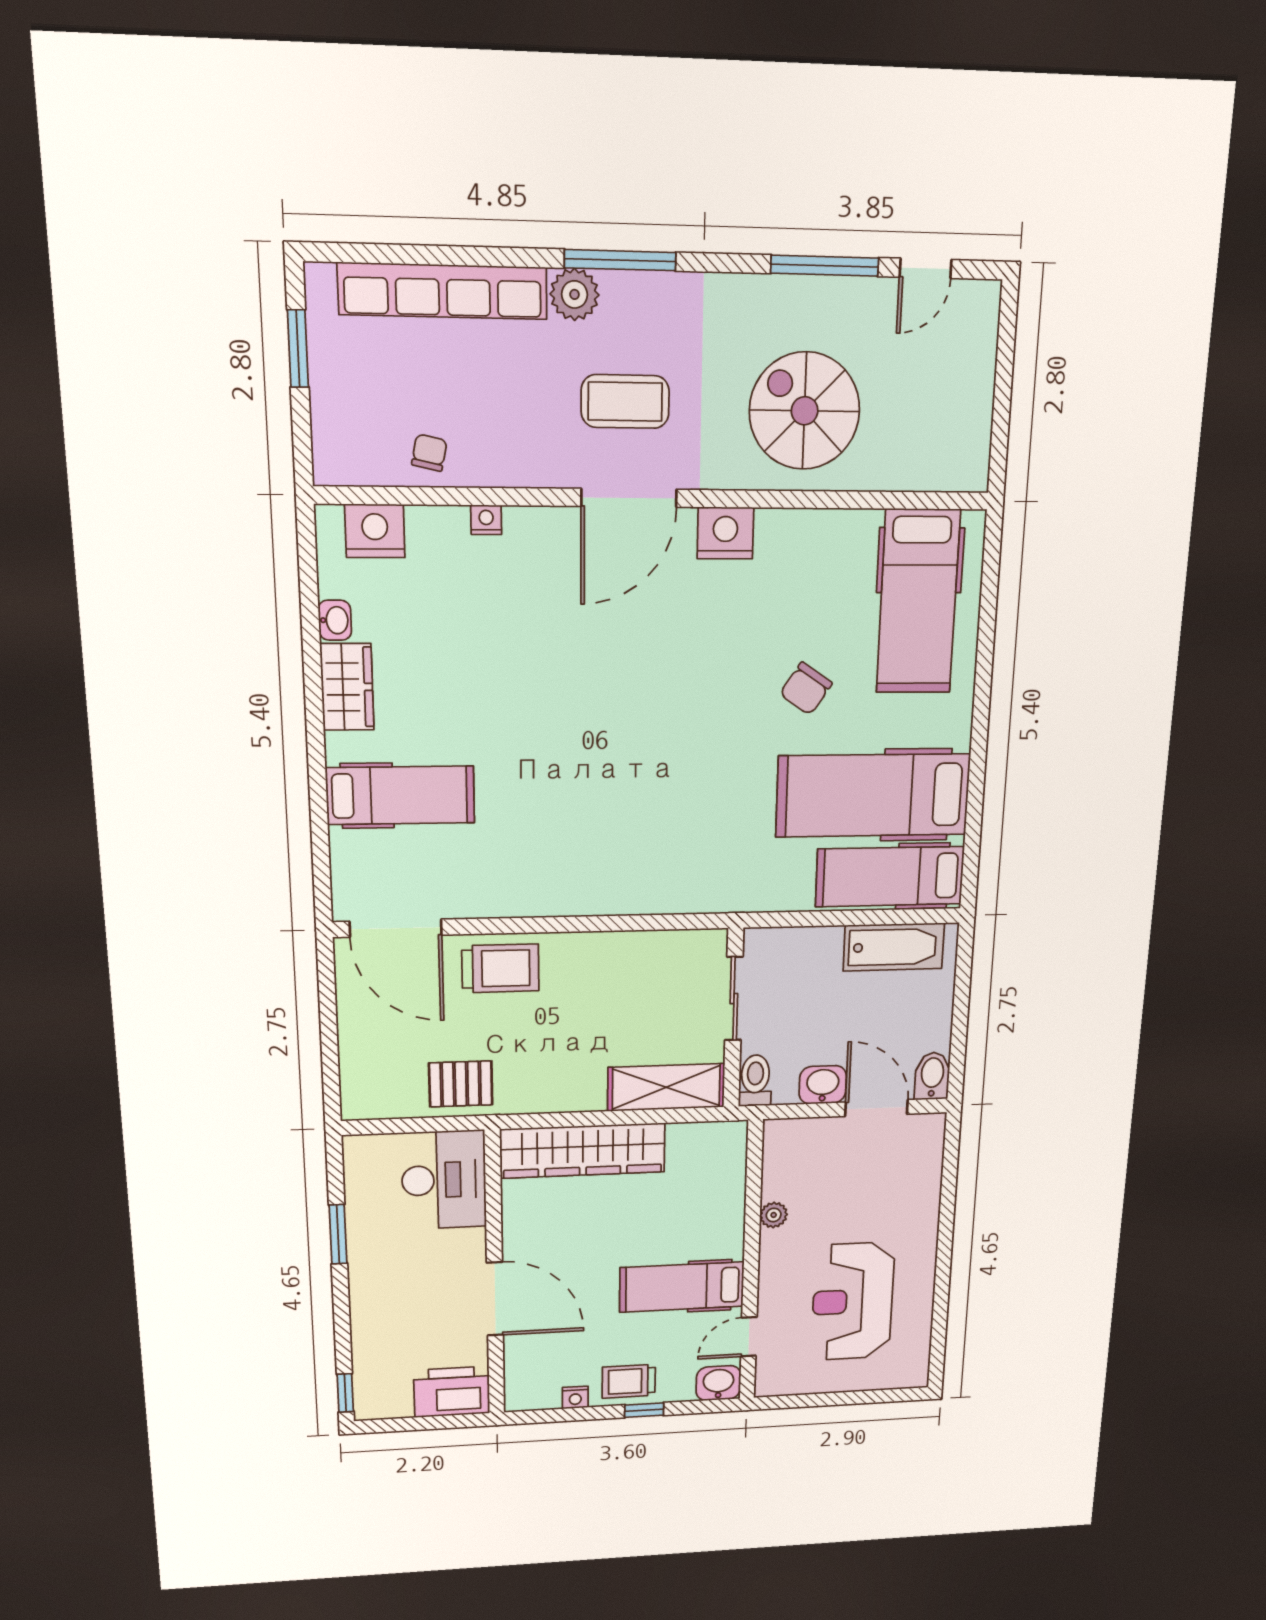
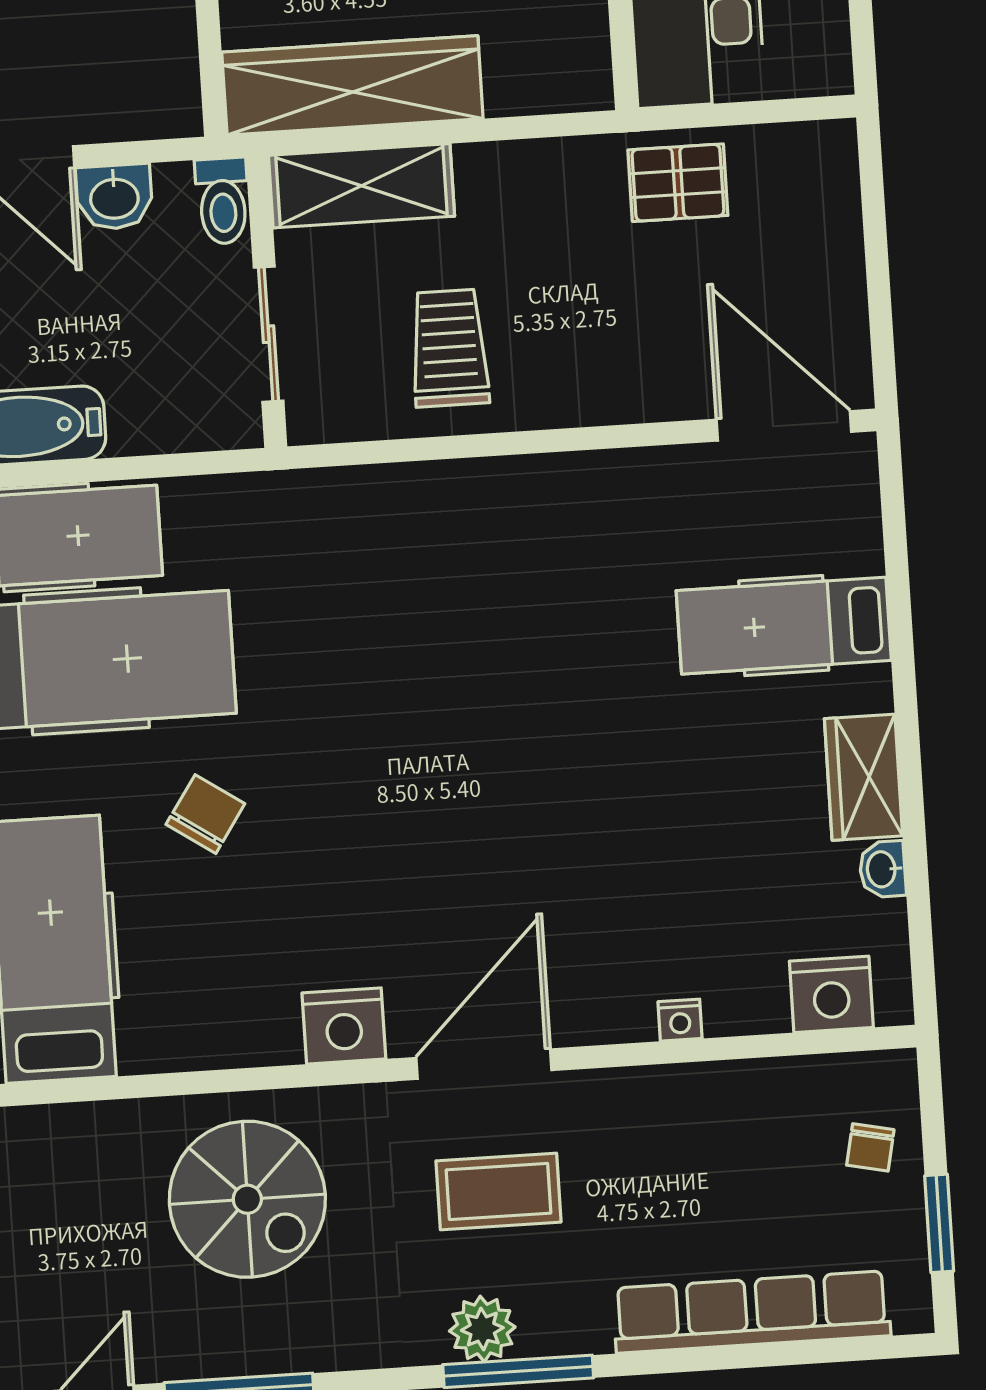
plant: (575, 294) -> (482, 1329), moved
chair: (429, 453) -> (870, 1147), moved
trolley: (500, 968) -> (449, 348), moved, turned 90
wardrobe: (583, 1151) -> (352, 85), moved

